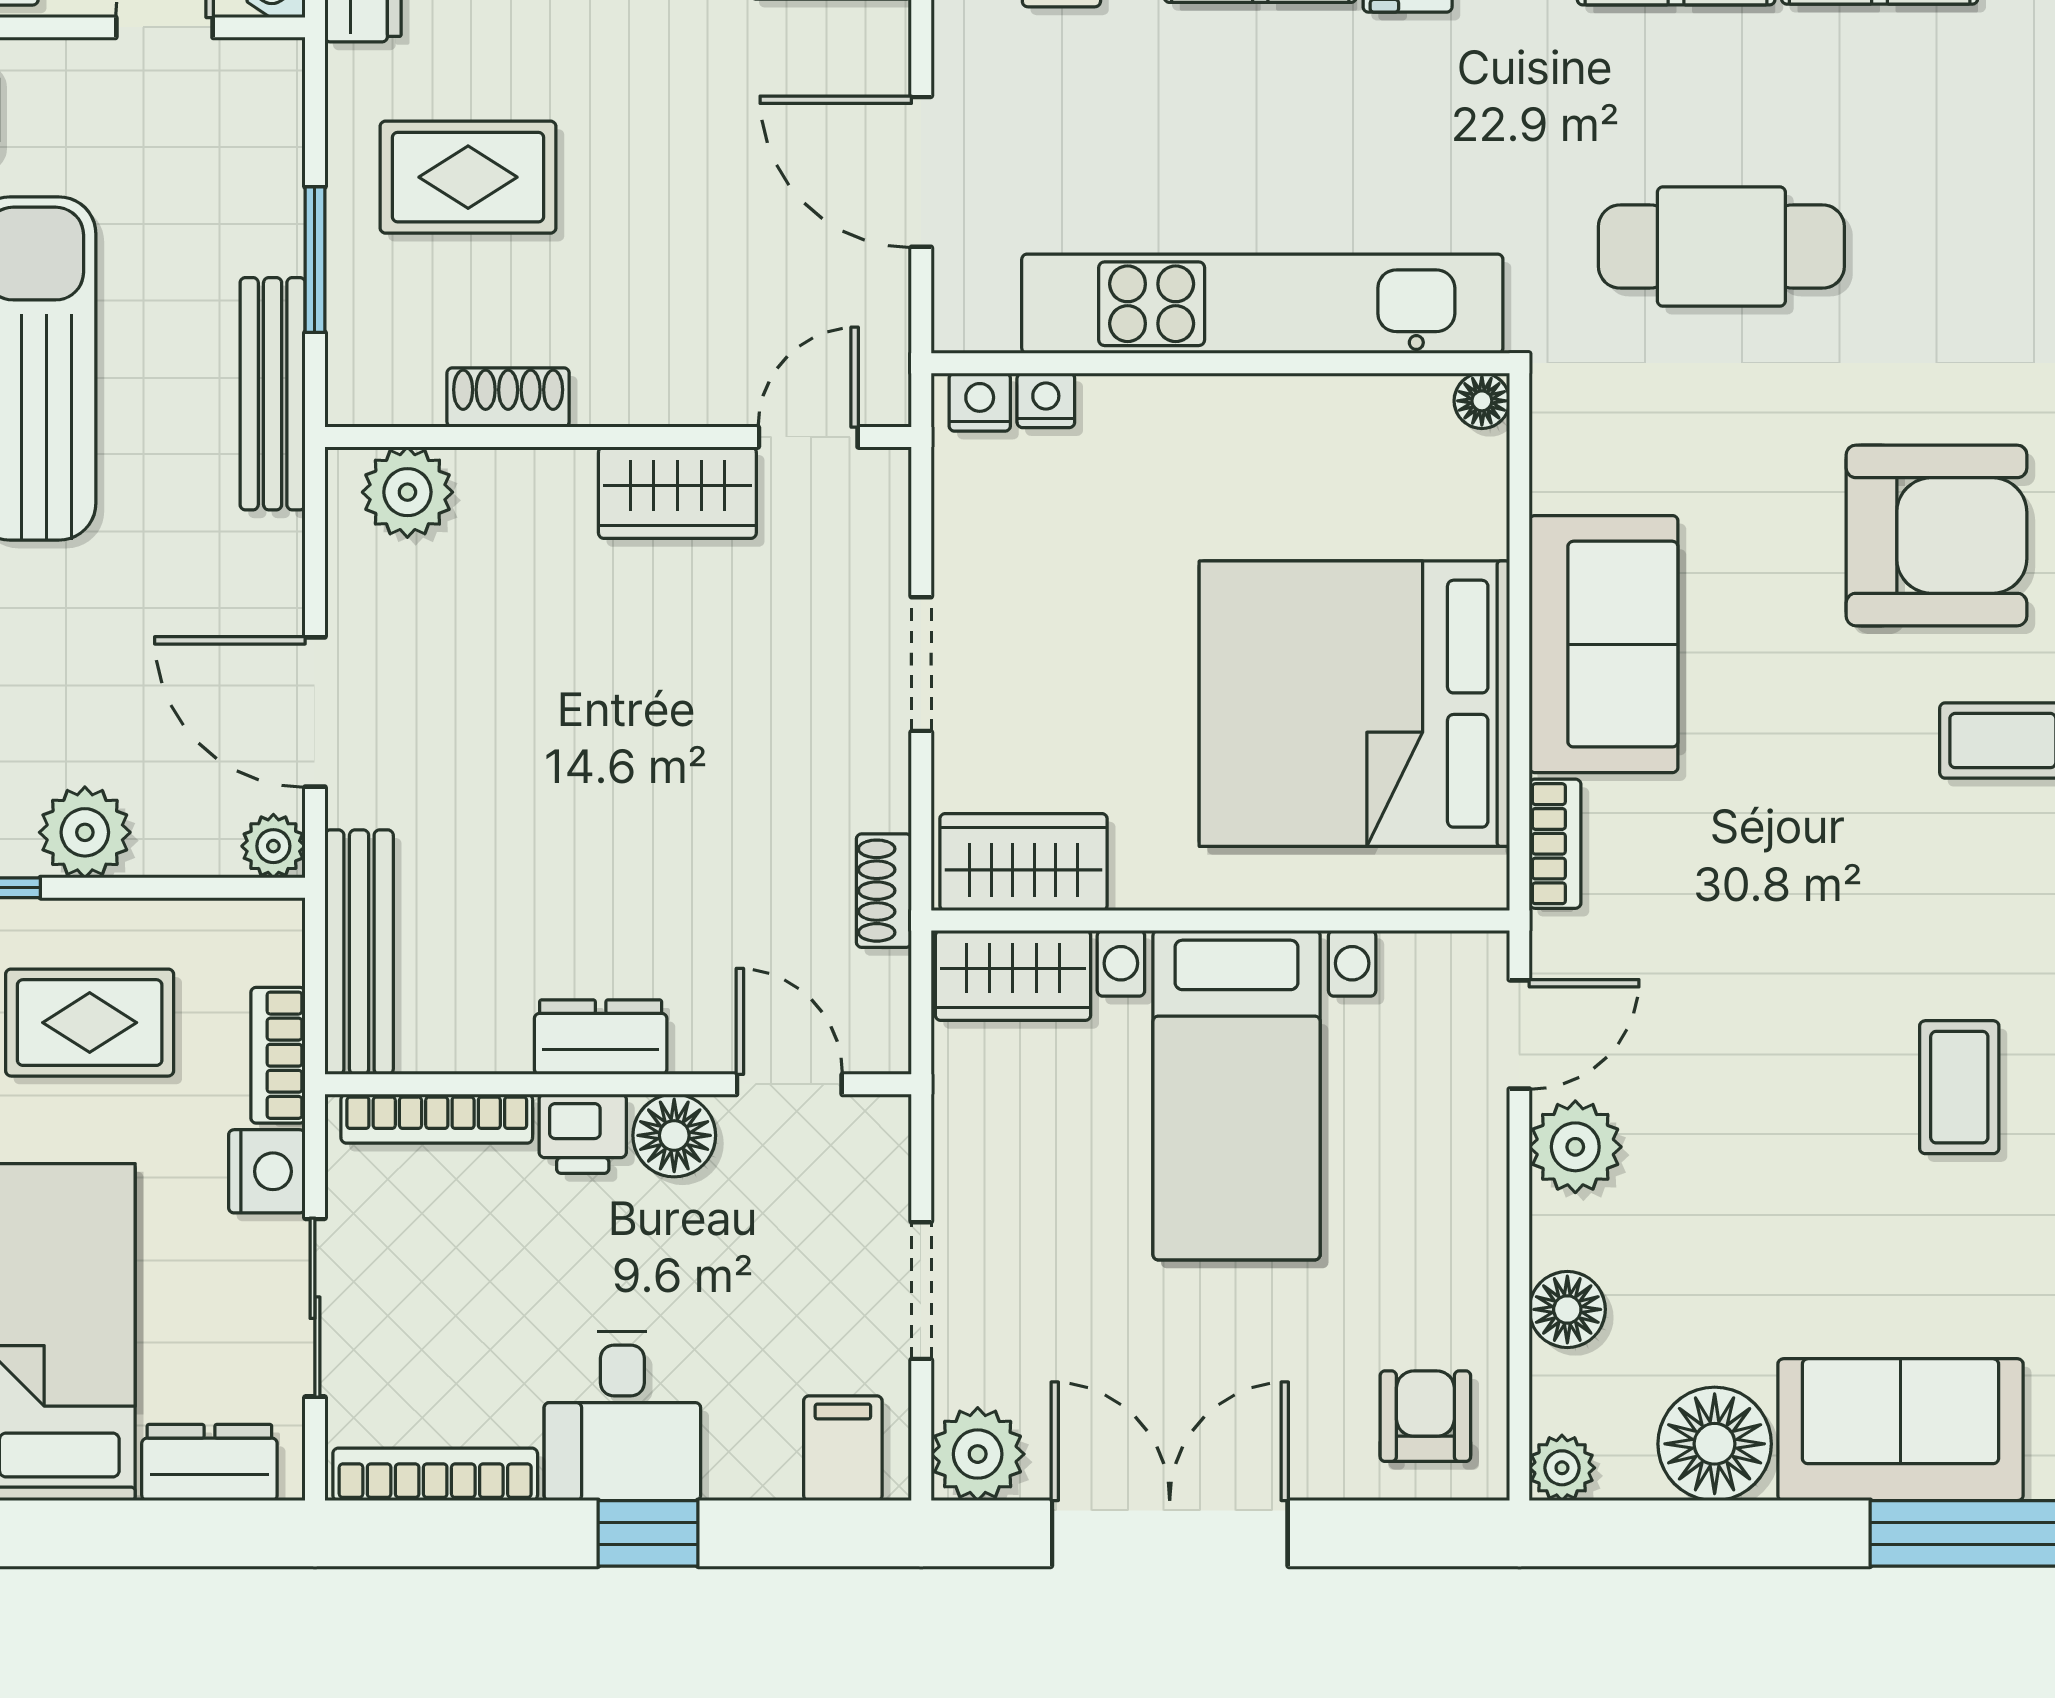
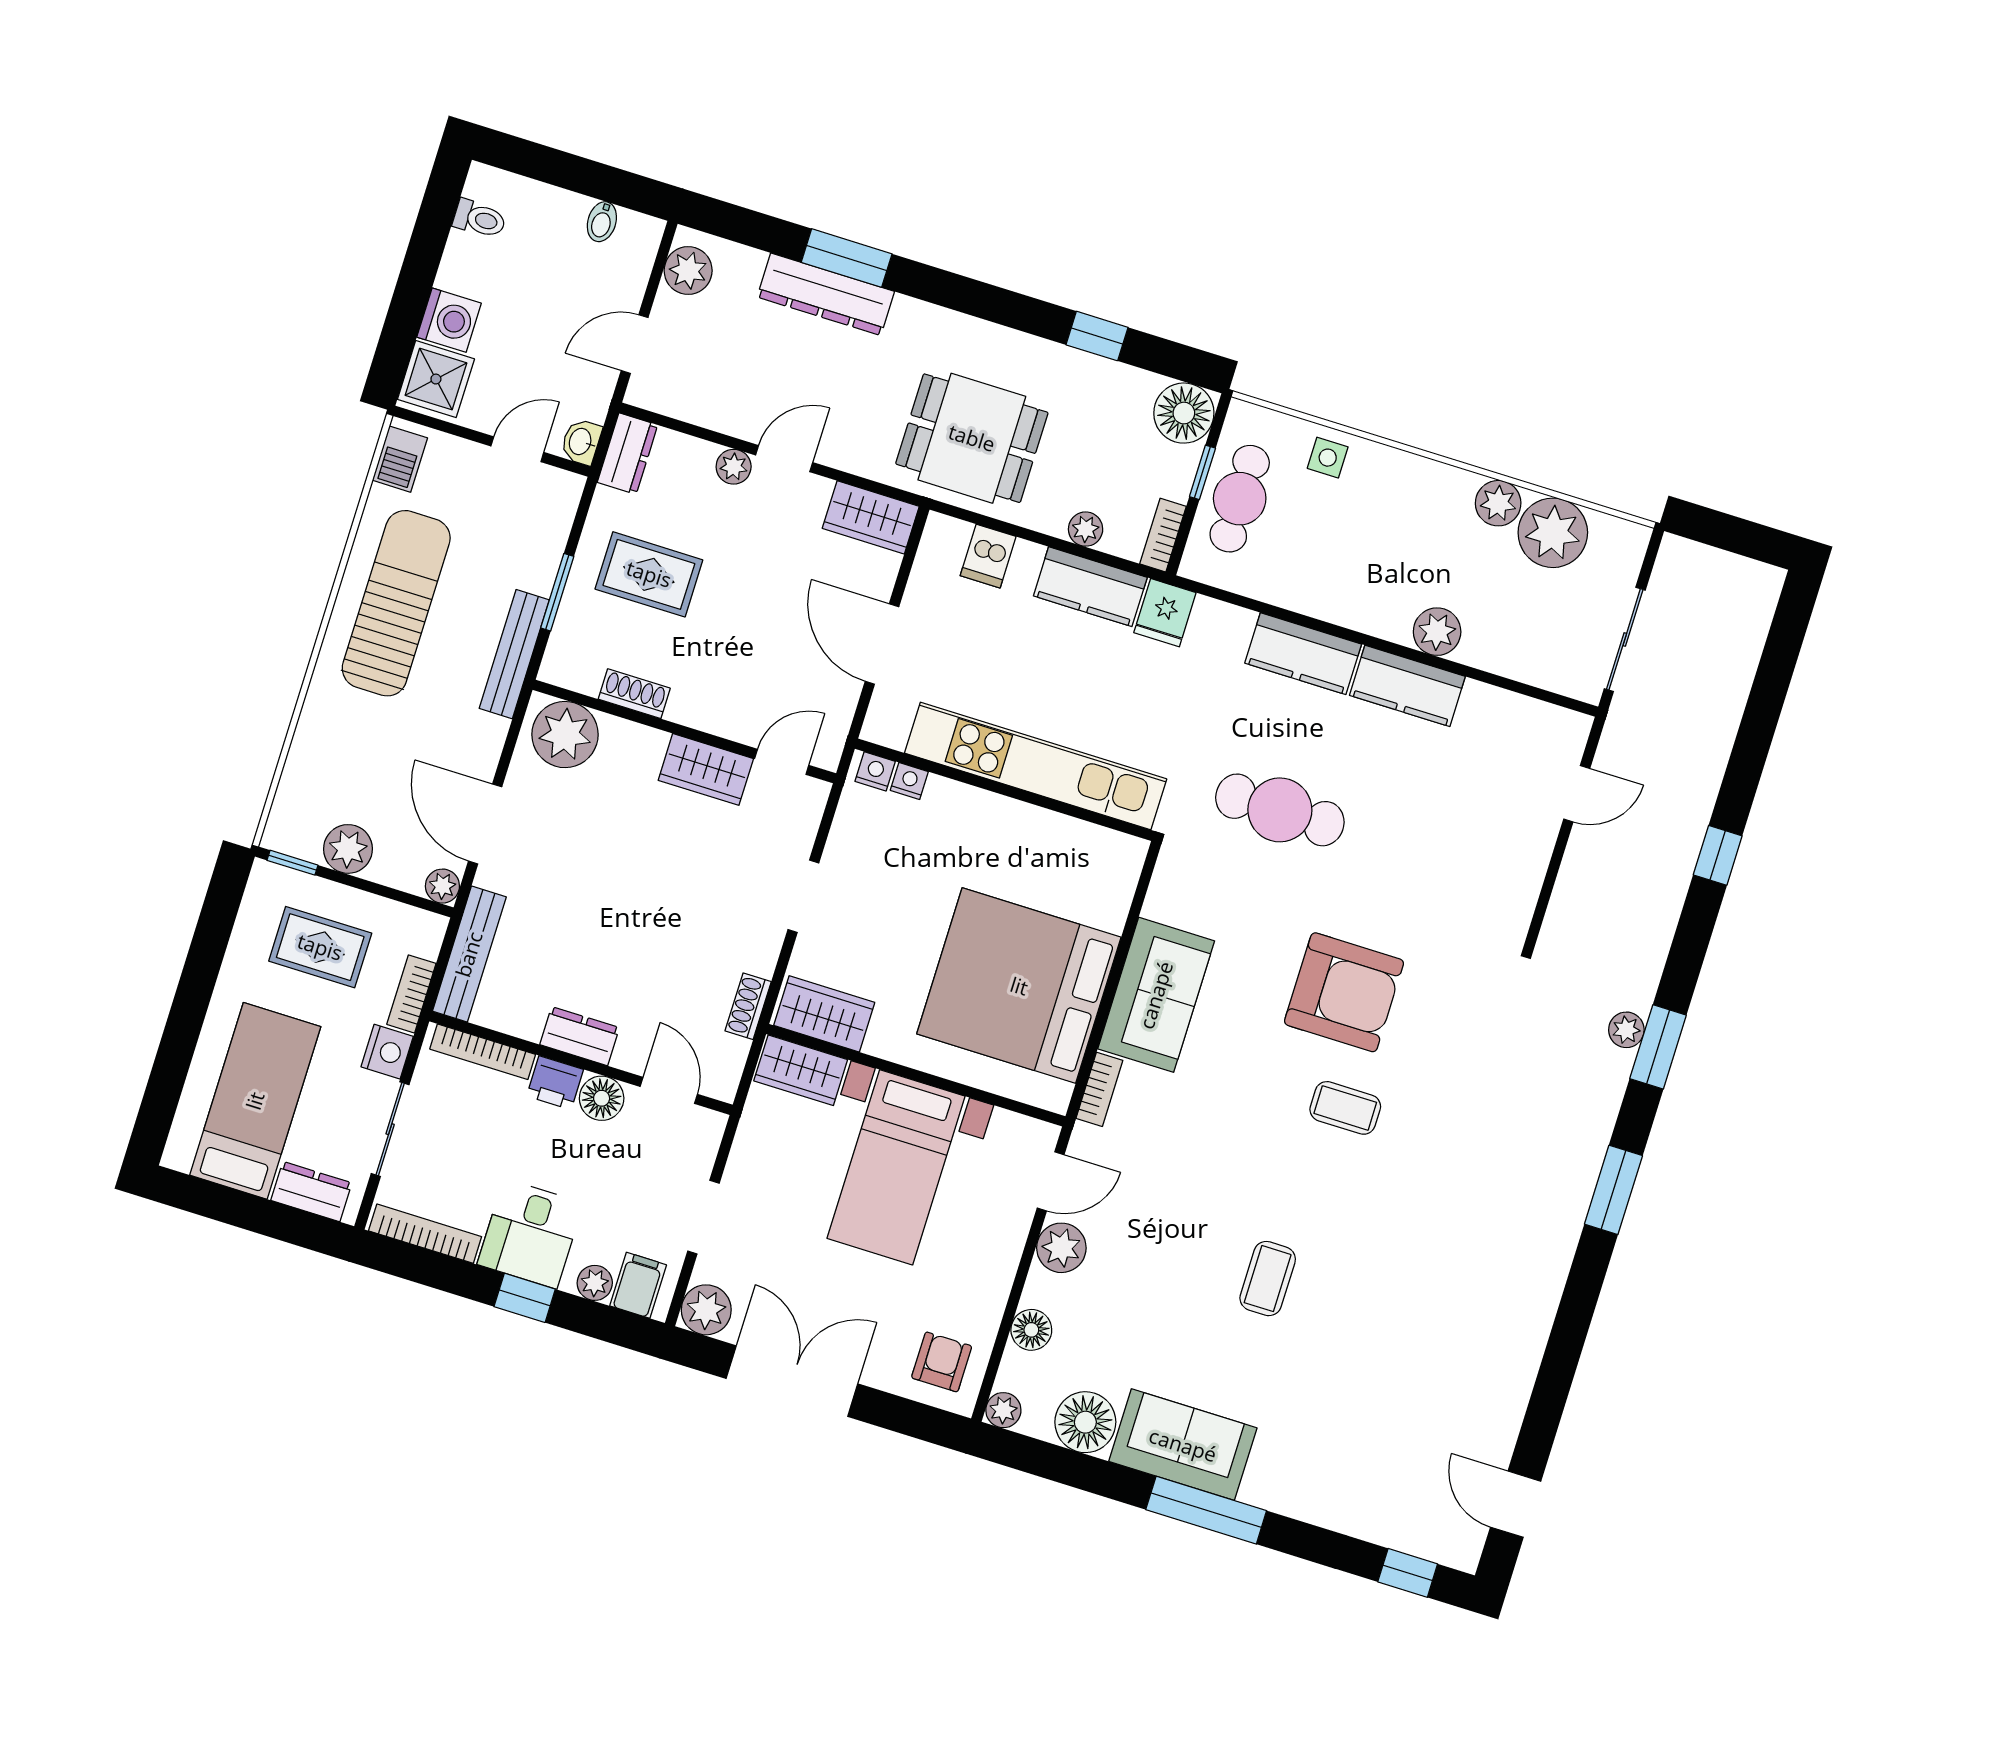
floor lamp: (1482, 401) -> (1133, 851), removed
plant: (407, 492) -> (565, 735), width x1.36, depth x1.36
plant: (764, 1468) -> (595, 1283), added

